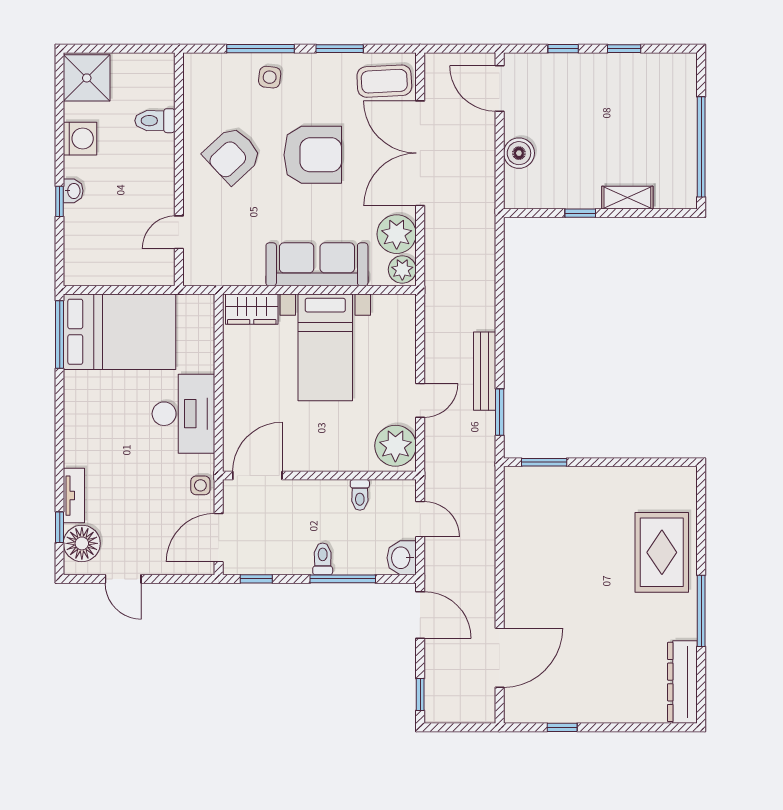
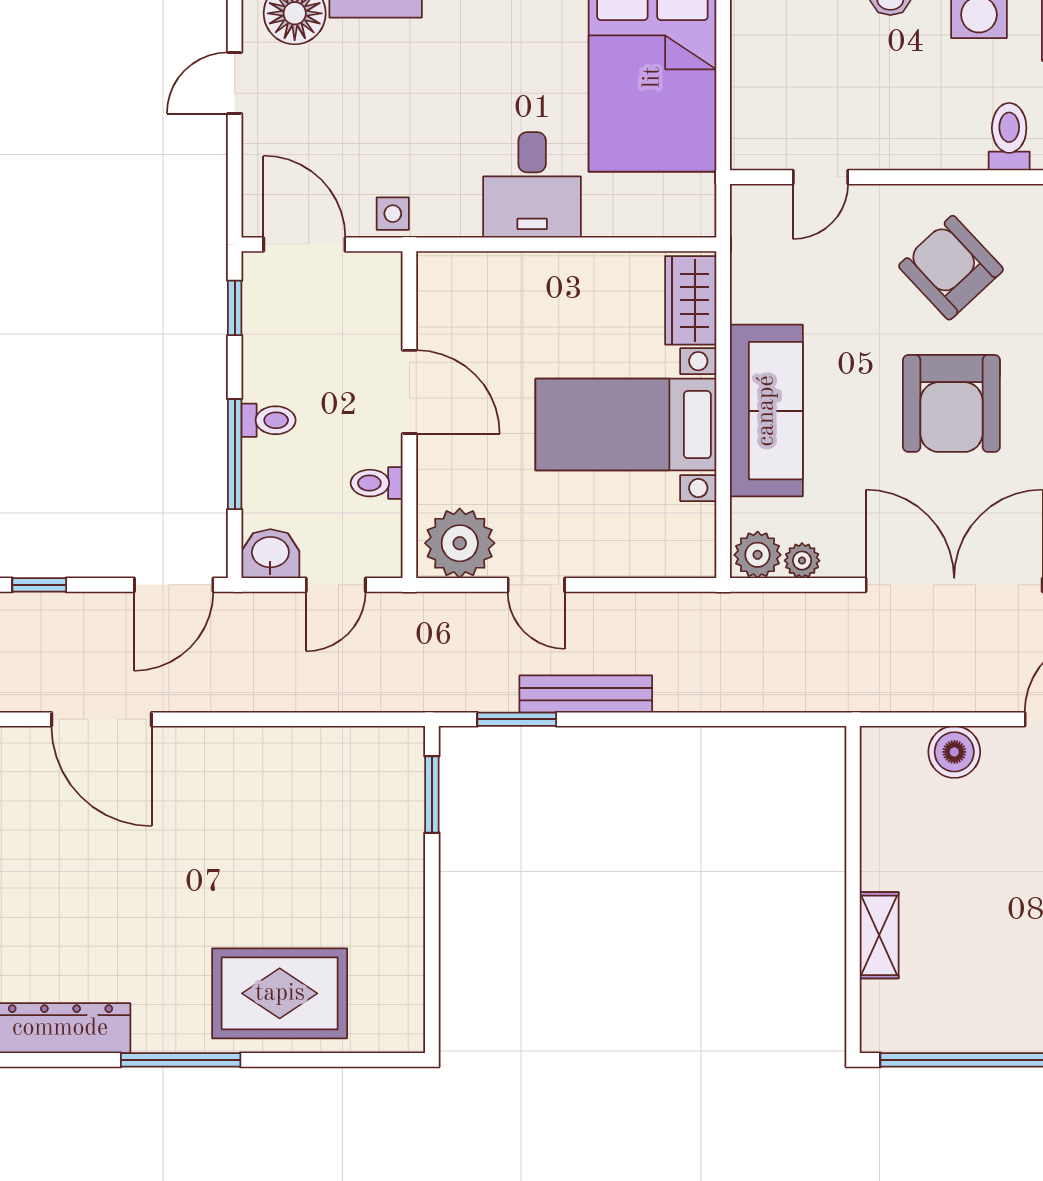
window: (580, 213) -> (853, 856), removed
door: (179, 232) -> (821, 177), swing flipped
plant: (397, 234) -> (802, 561), width x0.53, depth x0.53
desk: (183, 414) -> (532, 185), width x0.73
door: (257, 475) -> (409, 392), moved

